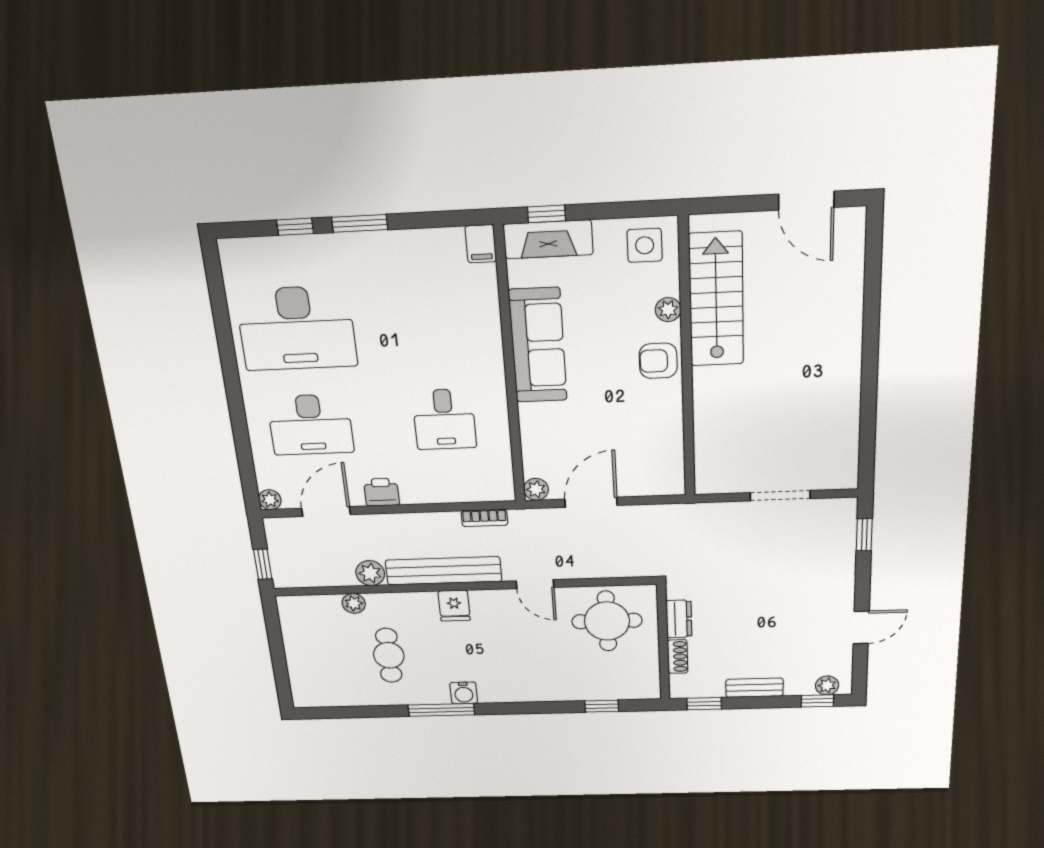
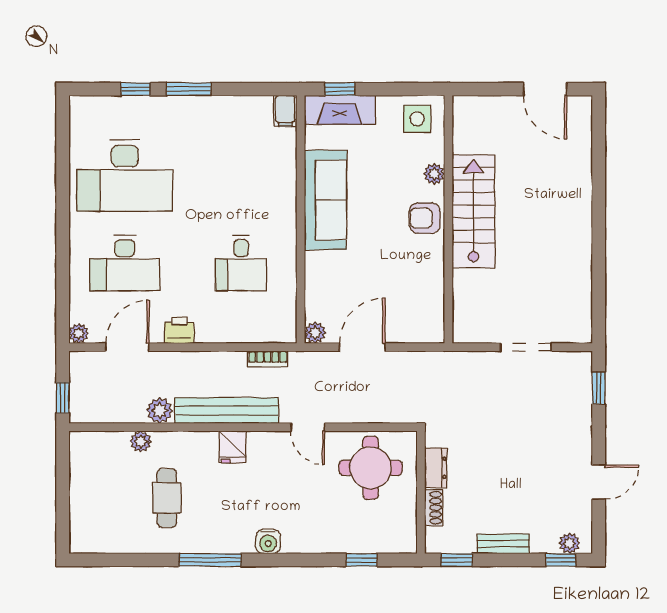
stairs: (716, 300) -> (474, 211), moved
water cooler: (464, 693) -> (268, 542), moved

